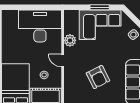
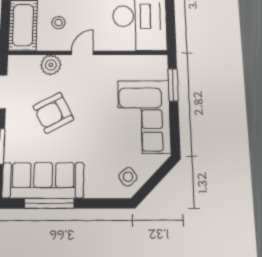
window: (100, 7) -> (173, 85), moved
plant: (70, 40) -> (51, 65), moved

